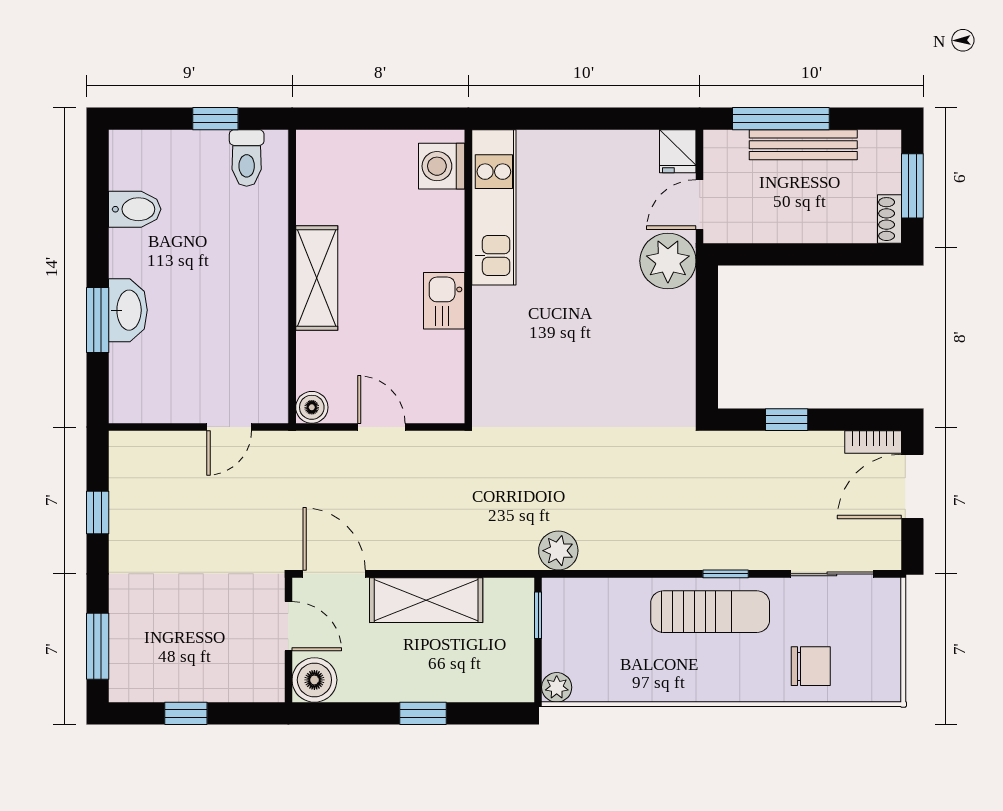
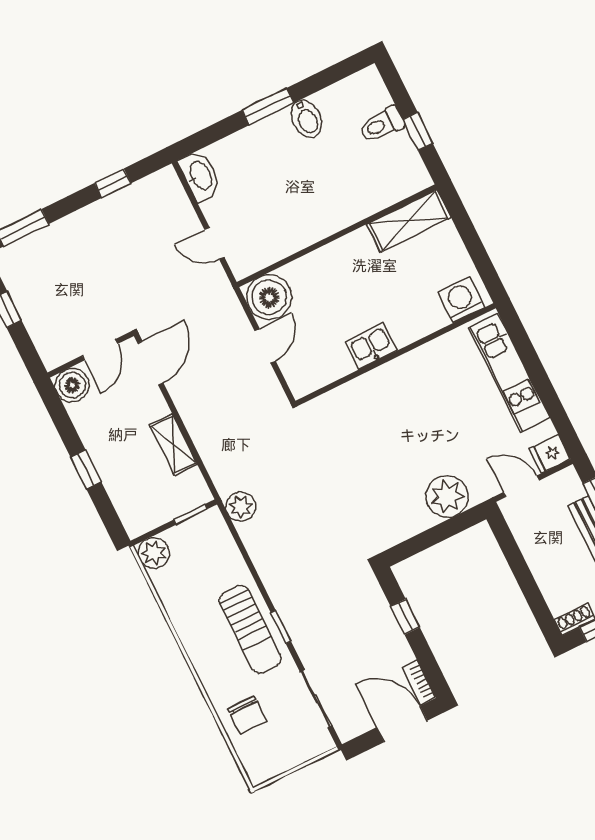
toilet: (247, 158) -> (381, 125), moved
kitchen unit: (494, 207) -> (509, 373), moved, turned 90
bidet: (135, 209) -> (307, 119), moved
plant: (668, 261) -> (447, 497), moved
shelving: (317, 278) -> (409, 221), moved
washbasin: (128, 310) -> (200, 176), moved, turned -90
window: (98, 320) -> (268, 107), moved
boiler: (312, 407) -> (269, 297), width x1.86, depth x1.86
shelving: (426, 600) -> (173, 445), width x0.67, depth x0.75
plant: (557, 687) -> (154, 553), width x1.38, depth x1.38

